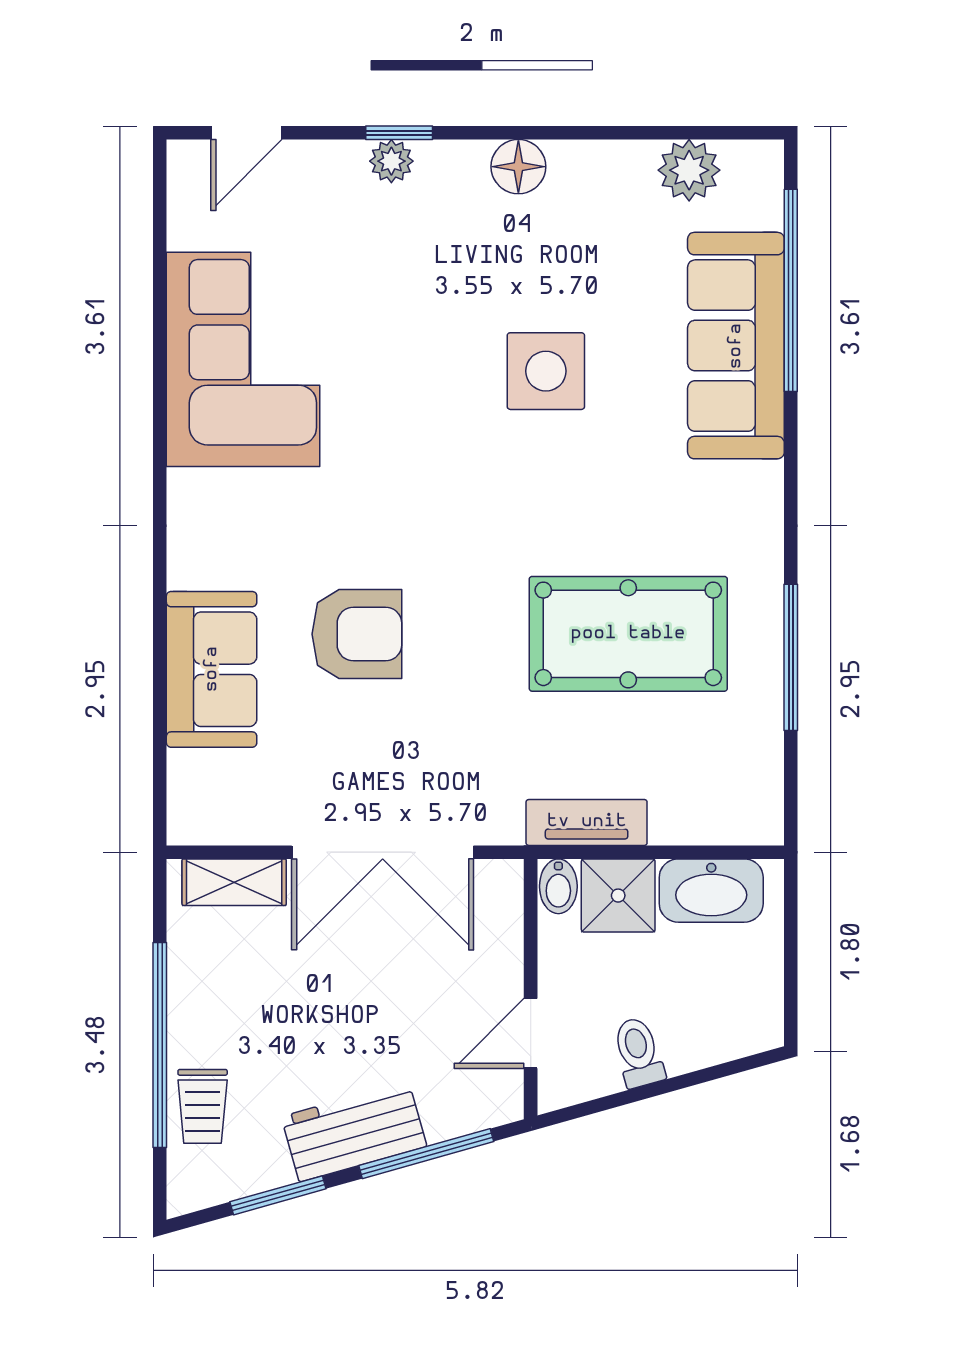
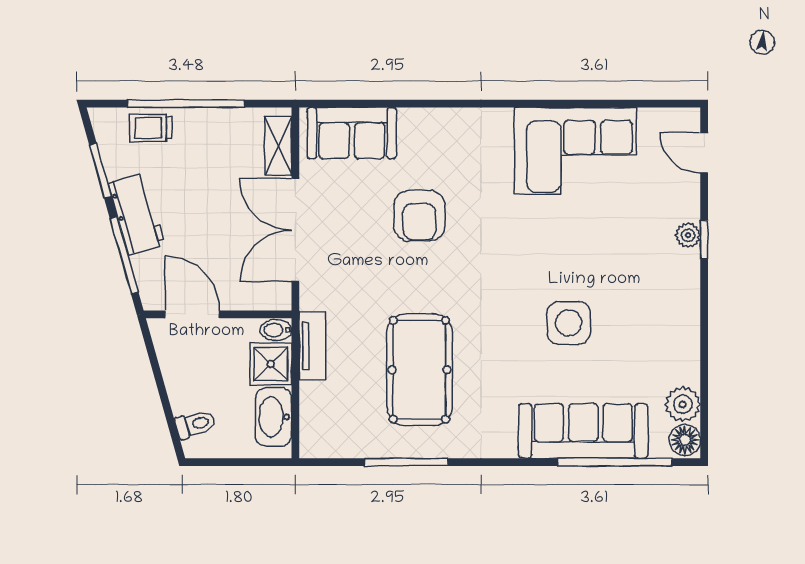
floor lamp: (518, 167) -> (685, 440), moved
sofa: (212, 669) -> (352, 133), moved
door: (531, 1033) -> (192, 314), width x1.38
toilet: (638, 1052) -> (195, 424), moved

